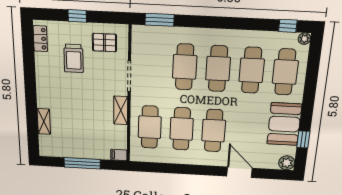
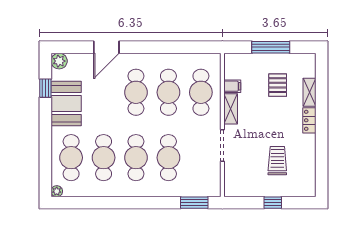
window: (288, 26) -> (74, 203), removed
locker: (40, 39) -> (309, 120), moved
pallet: (104, 43) -> (278, 85), moved, turned 90
filing cabinet: (119, 155) -> (232, 86), moved
door: (239, 172) -> (106, 47), hinge flipped

